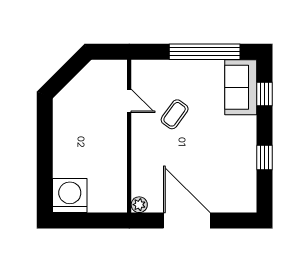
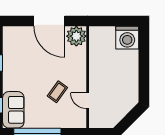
plant: (139, 205) -> (76, 36), width x1.88, depth x1.88

